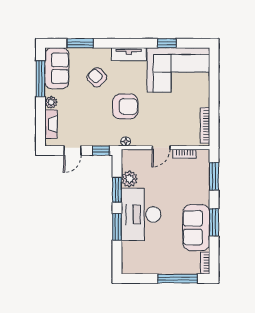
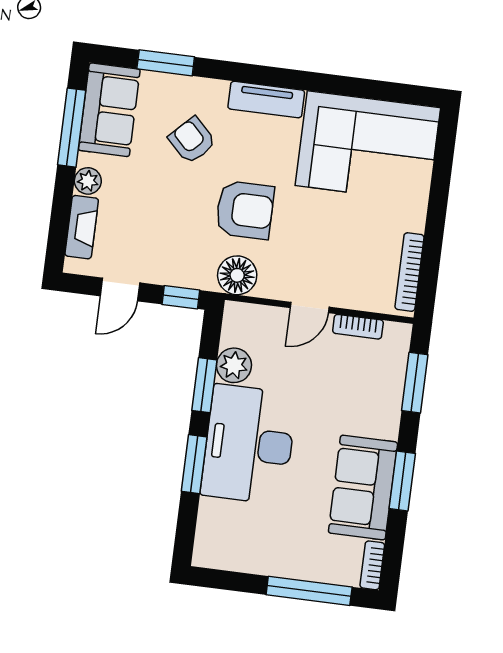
window: (167, 43) -> (351, 86), removed
floor lamp: (126, 141) -> (237, 275), width x1.89, depth x1.89

